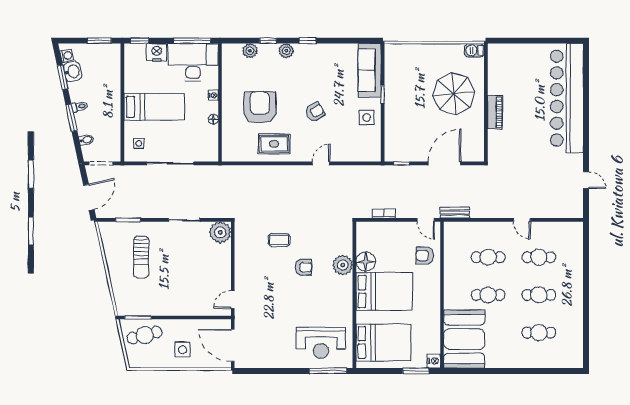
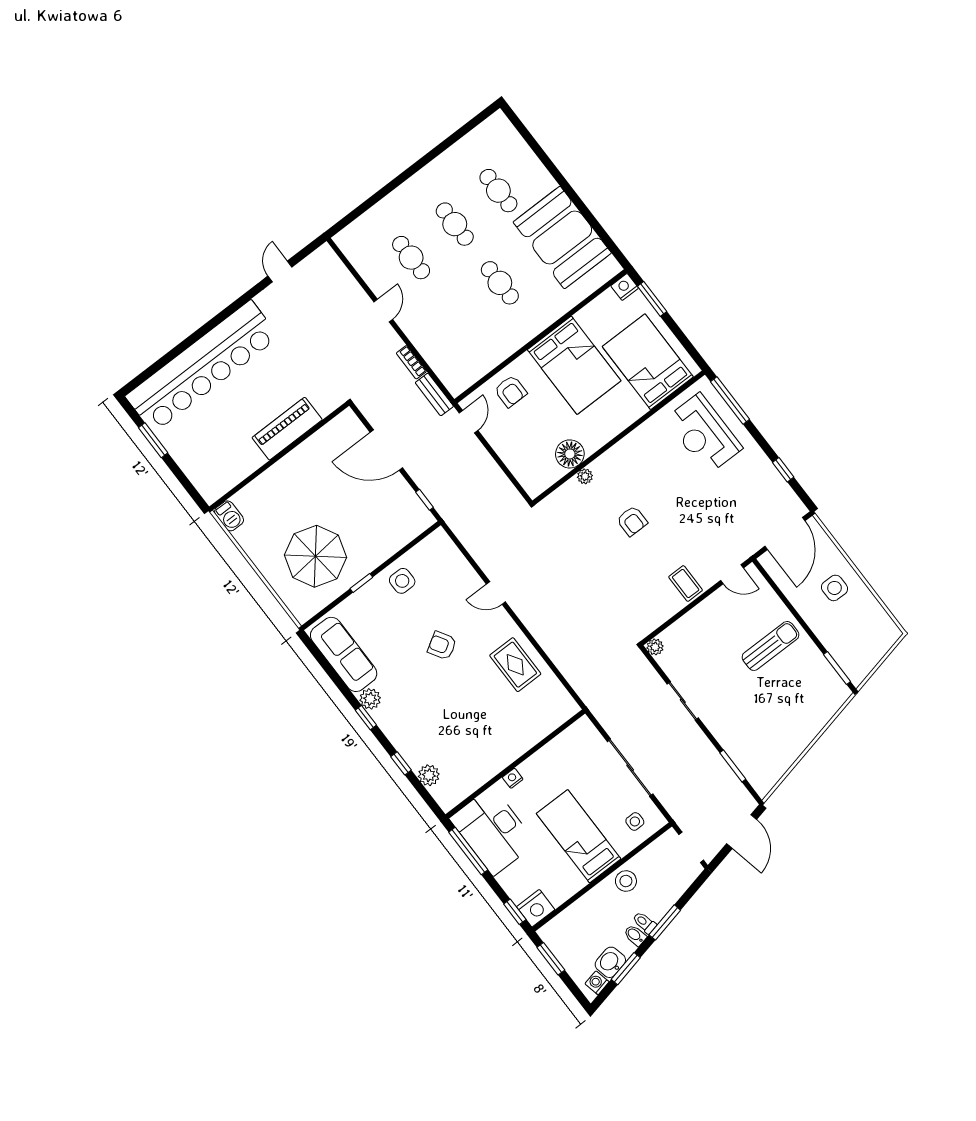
window: (547, 41) -> (153, 440), added
plant: (286, 51) -> (370, 699), moved
nightstand: (157, 52) -> (536, 908), moved, turned -90
sofa: (370, 70) -> (344, 654), moved, turned -90
parasol: (454, 94) -> (316, 556), moved
armchair: (260, 107) -> (486, 714), removed
piano: (495, 112) -> (287, 429), width x1.37, depth x1.33
stool: (110, 114) -> (626, 881), added
floor lamp: (213, 119) -> (540, 757), removed
bidet: (86, 140) -> (635, 935), moved
door: (89, 197) -> (742, 832), swing flipped
bookcase: (384, 214) -> (411, 362), moved
plant: (220, 232) -> (655, 647), width x0.53, depth x0.53
coffee table: (279, 240) -> (686, 584), moved
sun lounger: (141, 257) -> (770, 646), moved
cafe table: (488, 257) -> (456, 316), removed
plant: (343, 265) -> (585, 476), width x0.53, depth x0.53
armchair: (303, 267) -> (632, 521), turned 180
bed: (384, 291) -> (574, 365), moved, turned 180
cafe table: (145, 335) -> (851, 645), removed
booth: (464, 339) -> (562, 237), moved, turned 90
reception desk: (321, 343) -> (704, 434), turned 180
window: (268, 371) -> (783, 470), added

